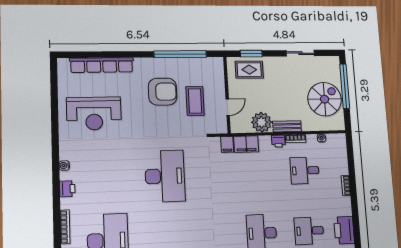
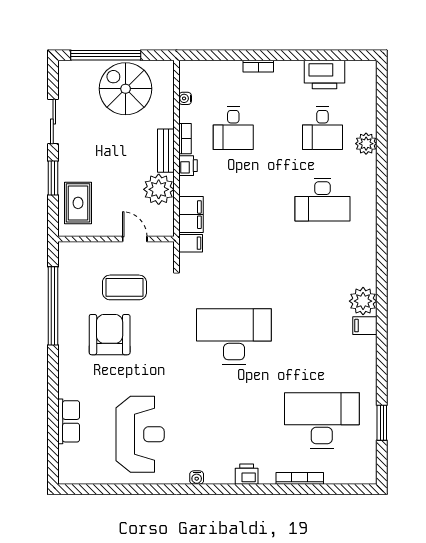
window: (251, 54) -> (53, 178), moved
row of seats: (102, 65) -> (69, 421), width x0.50
water cooler: (64, 166) -> (197, 478), moved

